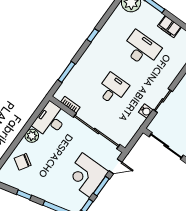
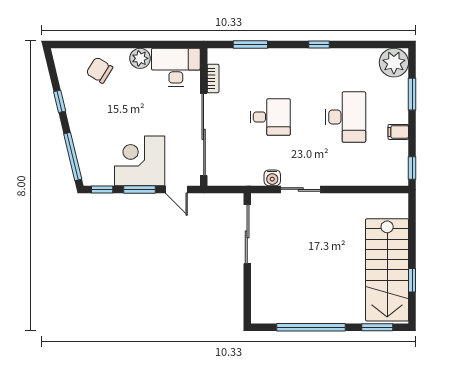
filing cabinet: (169, 27) -> (398, 132), width x0.50

